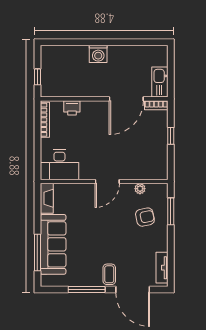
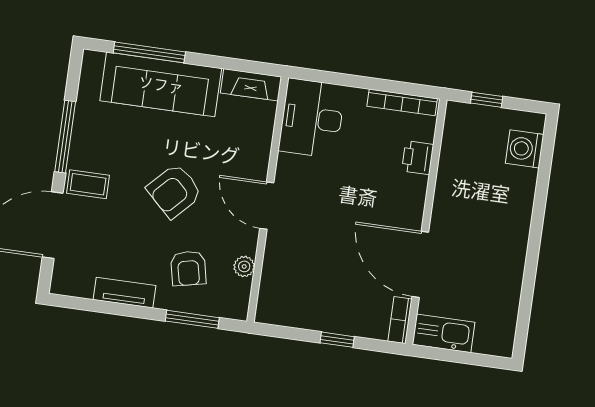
washing machine: (98, 54) -> (525, 149), moved
armchair: (106, 230) -> (174, 191), added
tv unit: (162, 268) -> (124, 293), moved

